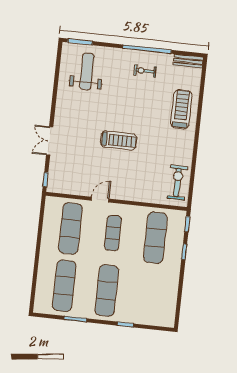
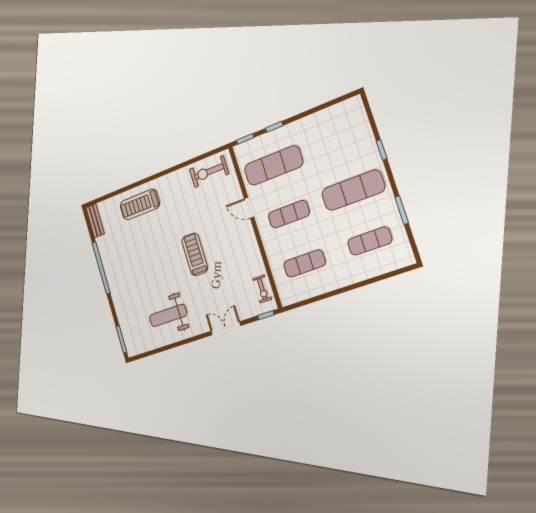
weight bench: (87, 71) -> (168, 315), moved
exercise bike: (145, 71) -> (262, 289), moved
double door: (50, 141) -> (226, 328), swing flipped
door: (100, 200) -> (249, 208), moved
exercise mat: (70, 228) -> (304, 264), width x0.73, depth x0.69
exercise mat: (64, 286) -> (370, 241), width x0.73, depth x0.69

